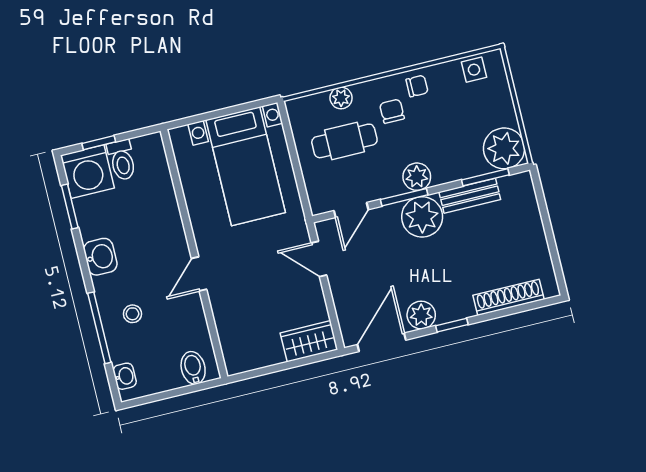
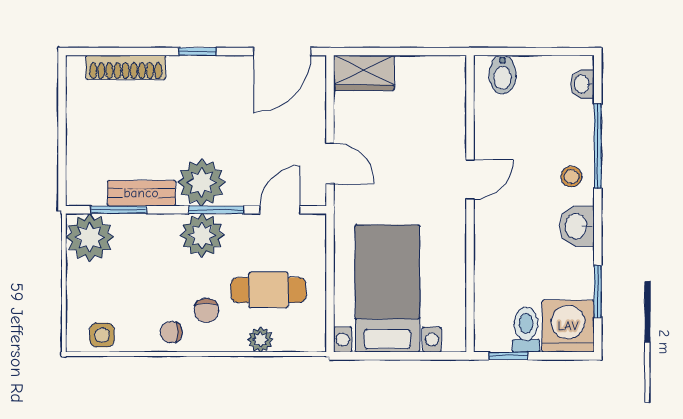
window: (99, 143) -> (508, 356), moved
plant: (417, 177) -> (202, 235), width x1.36, depth x1.36
stool: (132, 314) -> (571, 177), moved
plant: (421, 315) -> (230, 72), removed

